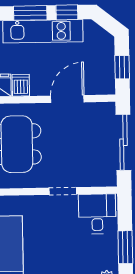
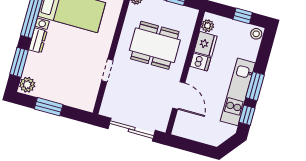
window: (122, 67) -> (191, 146), removed
desk: (97, 214) -> (81, 92), removed

